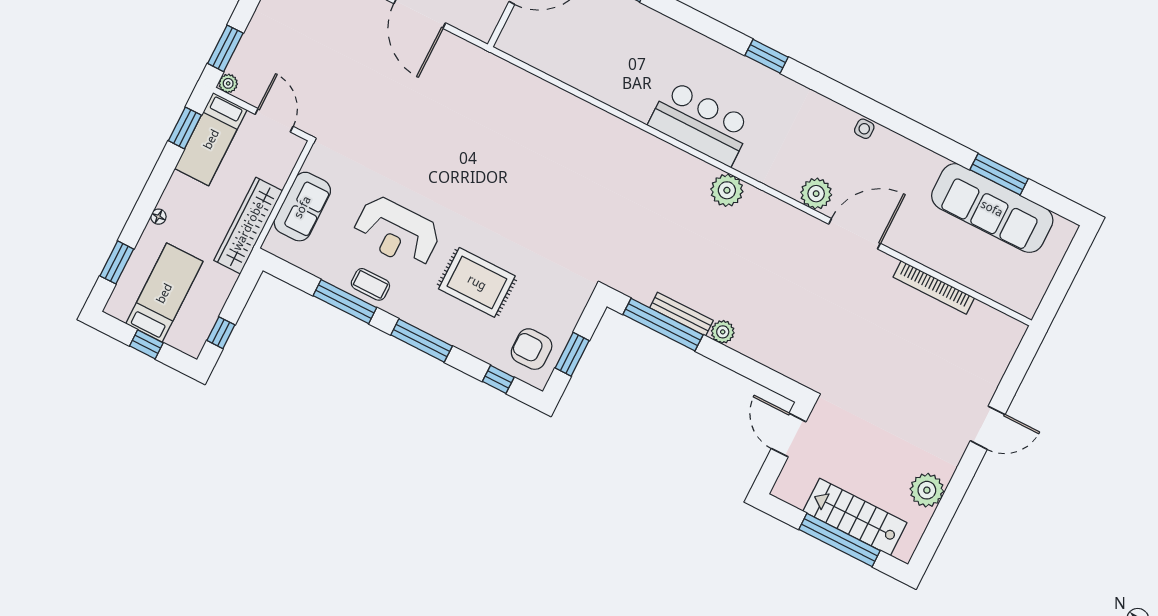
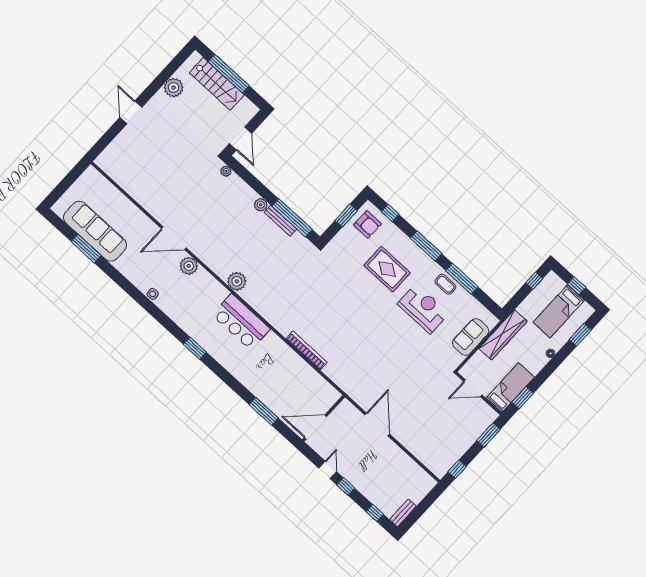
plant: (228, 83) -> (226, 171), moved
door: (274, 120) -> (473, 388), hinge flipped
bookcase: (934, 287) -> (307, 351), moved
door: (988, 428) -> (131, 112), hinge flipped

